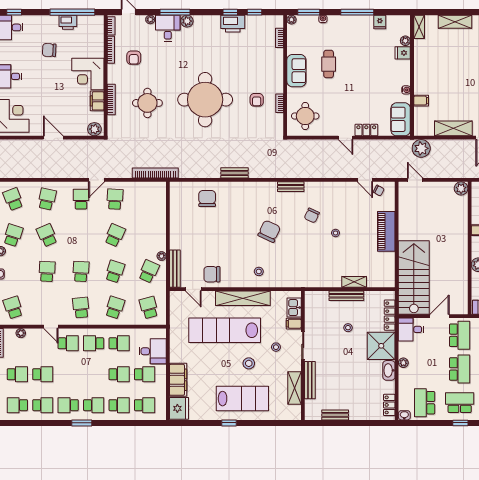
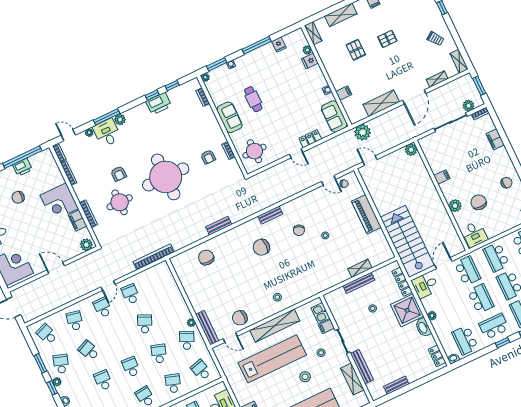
armchair: (134, 58) -> (119, 174), moved
pallet: (453, 63) -> (356, 50), added
chair: (269, 231) -> (261, 247), moved, turned -115
lab bench: (225, 330) -> (272, 359), turned 180

